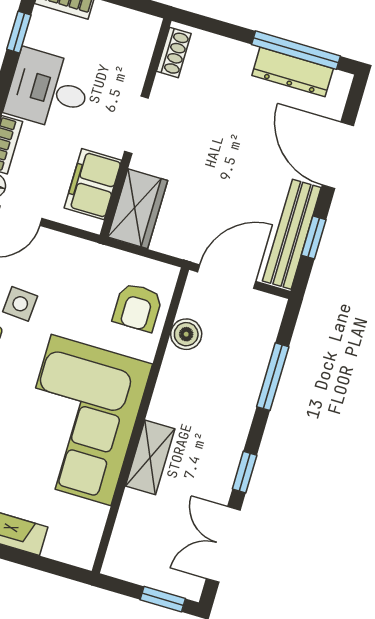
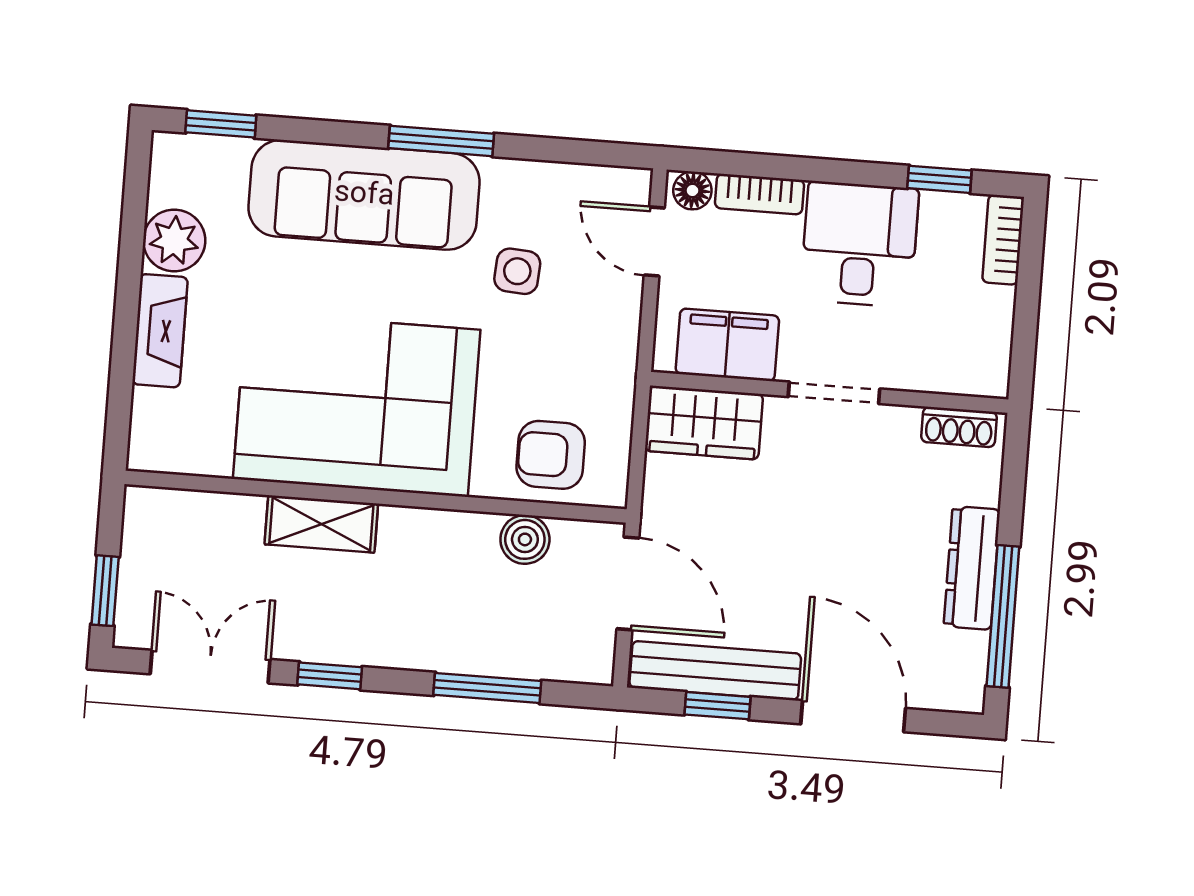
dresser: (293, 72) -> (972, 568), moved
door: (338, 155) -> (853, 716), hinge flipped

